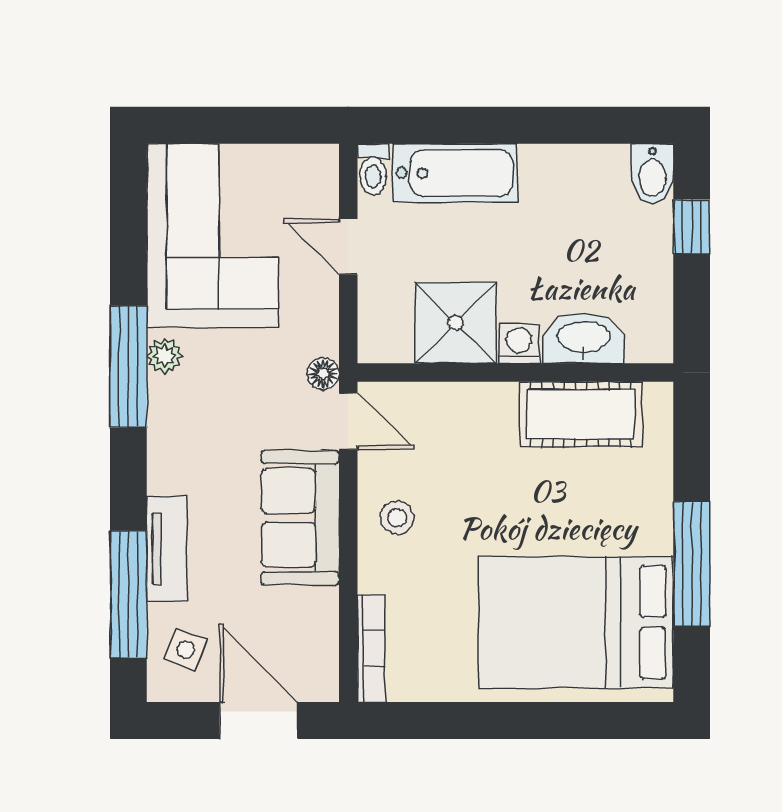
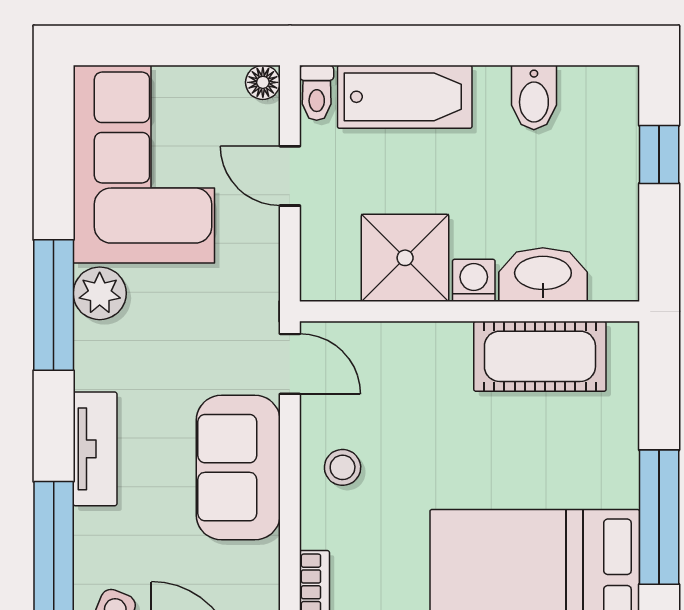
bidet: (653, 174) -> (534, 97), moved
plant: (165, 356) -> (100, 293), width x1.38, depth x1.38
floor lamp: (323, 374) -> (263, 82), moved
tv unit: (167, 549) -> (95, 449), moved

